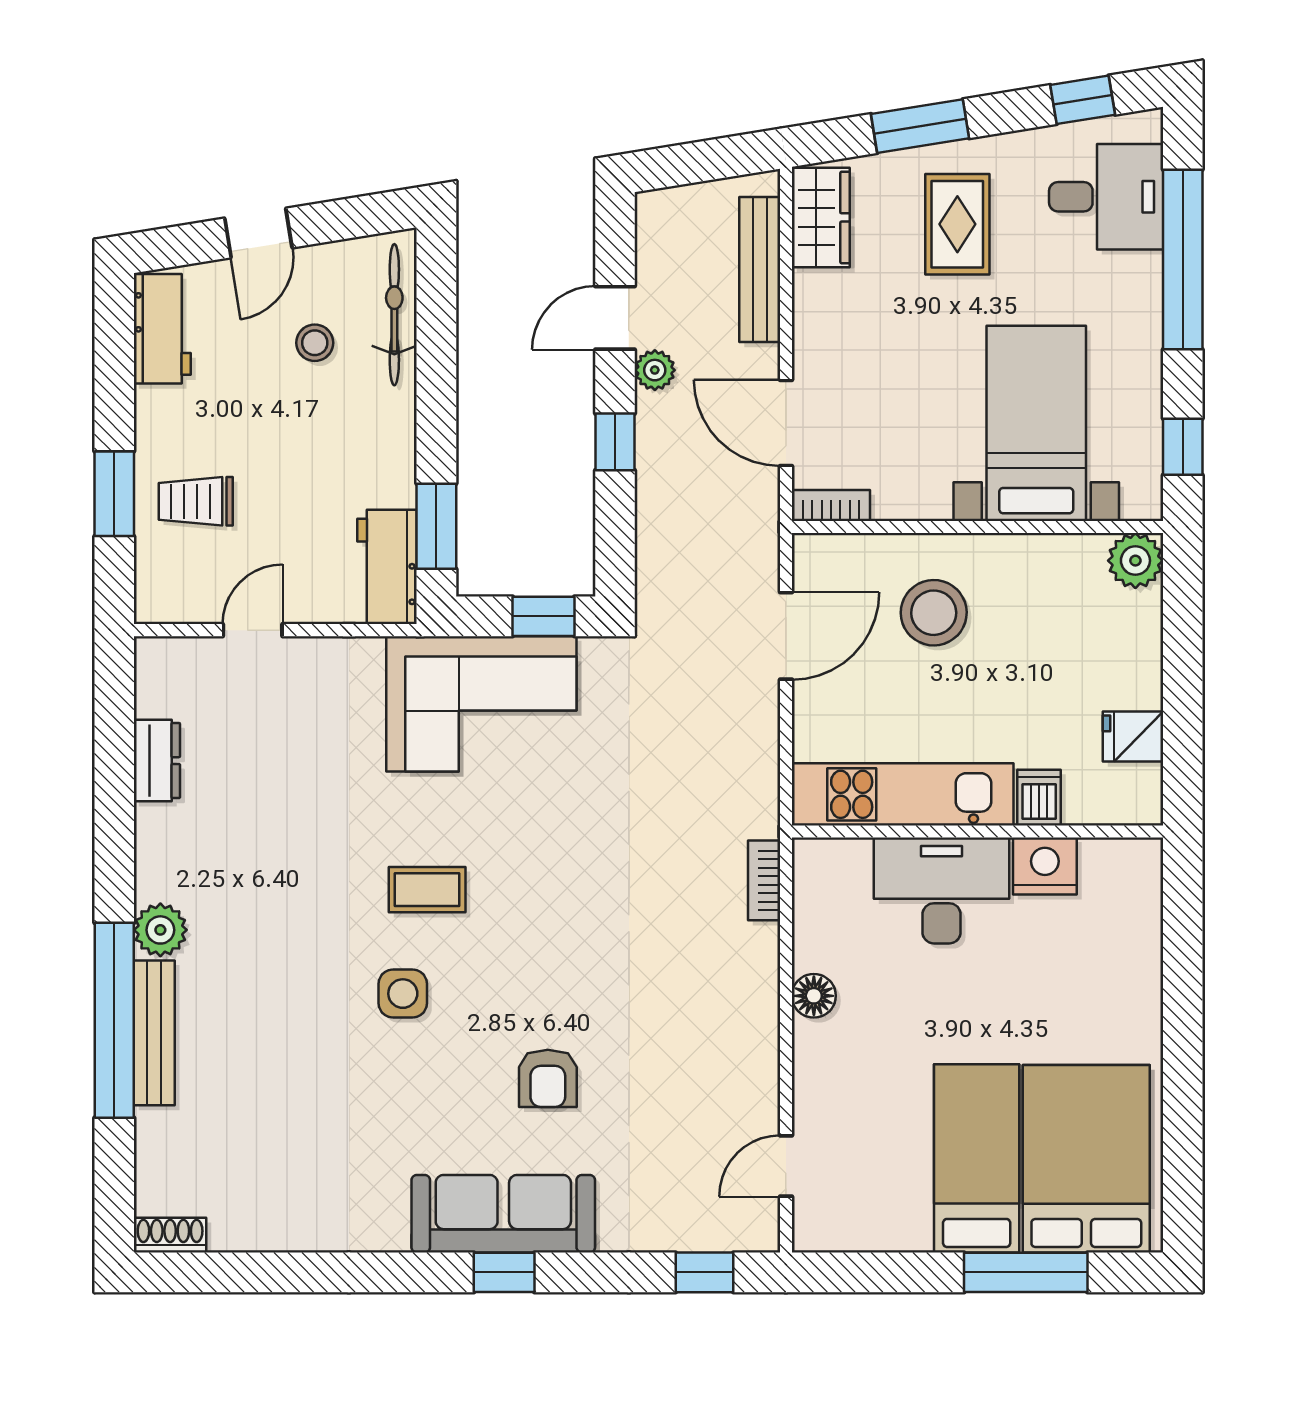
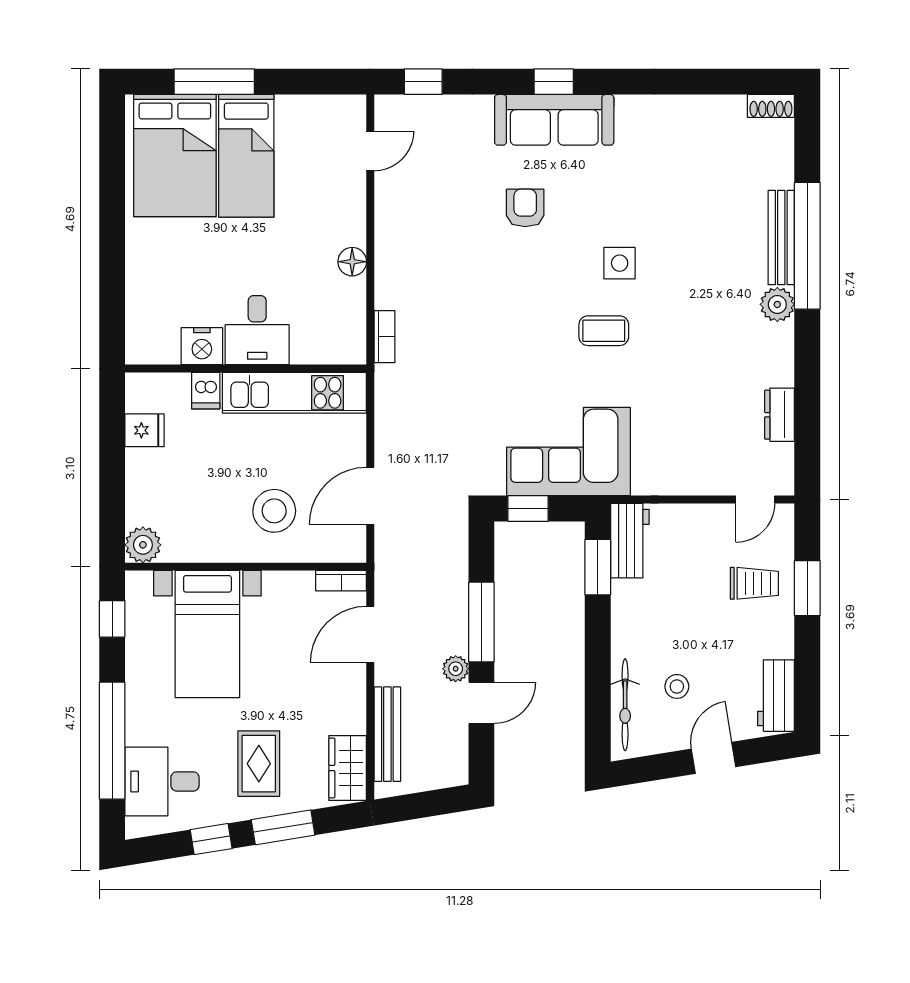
window: (1083, 100) -> (211, 839), moved
door: (786, 423) -> (370, 634), swing flipped
window: (615, 442) -> (481, 622), width x2.17
door: (253, 630) -> (755, 500), moved
desk: (942, 890) -> (257, 330), width x0.73

